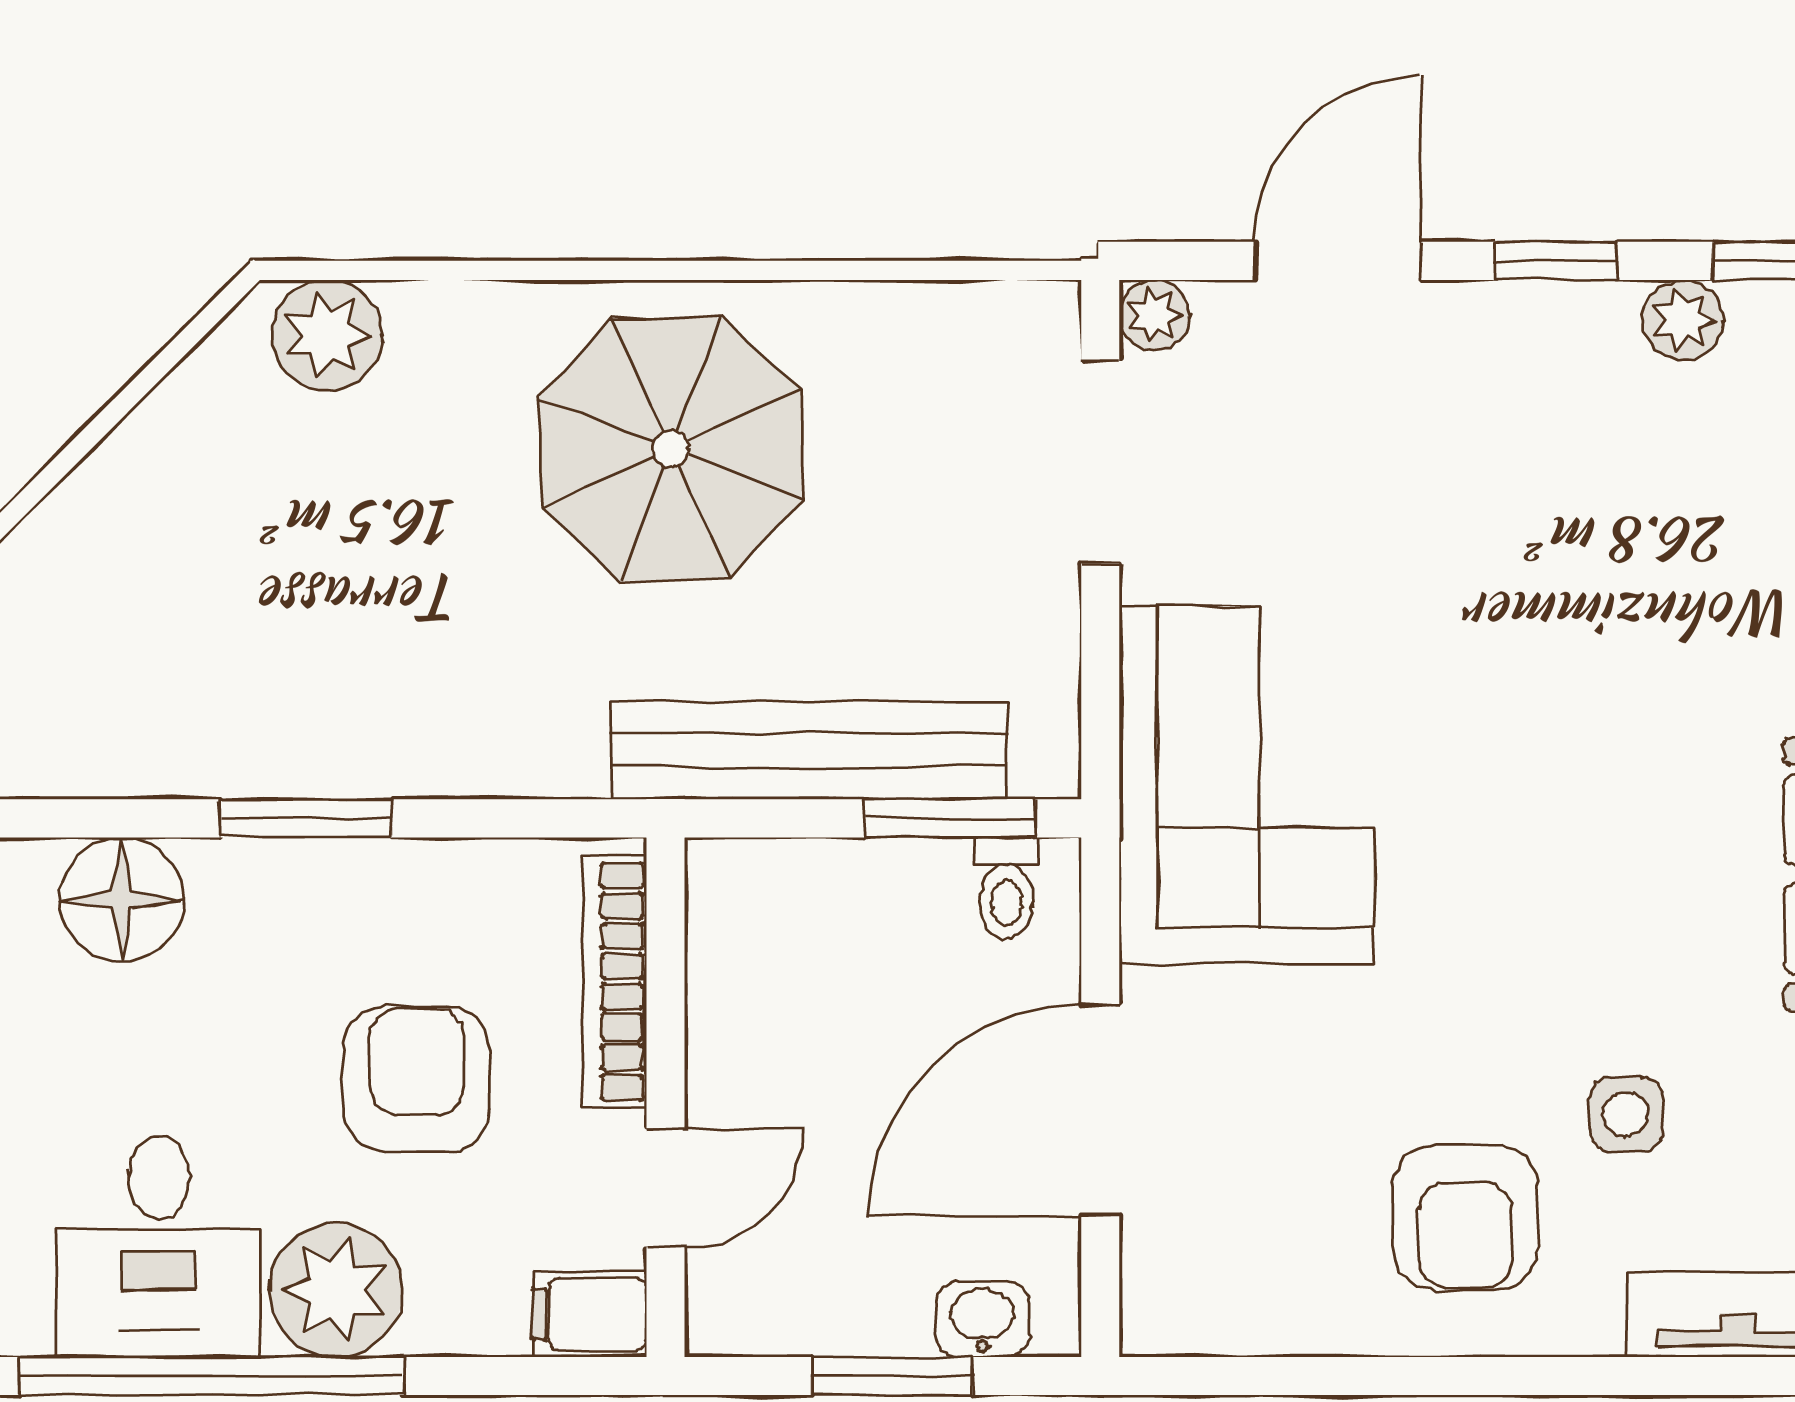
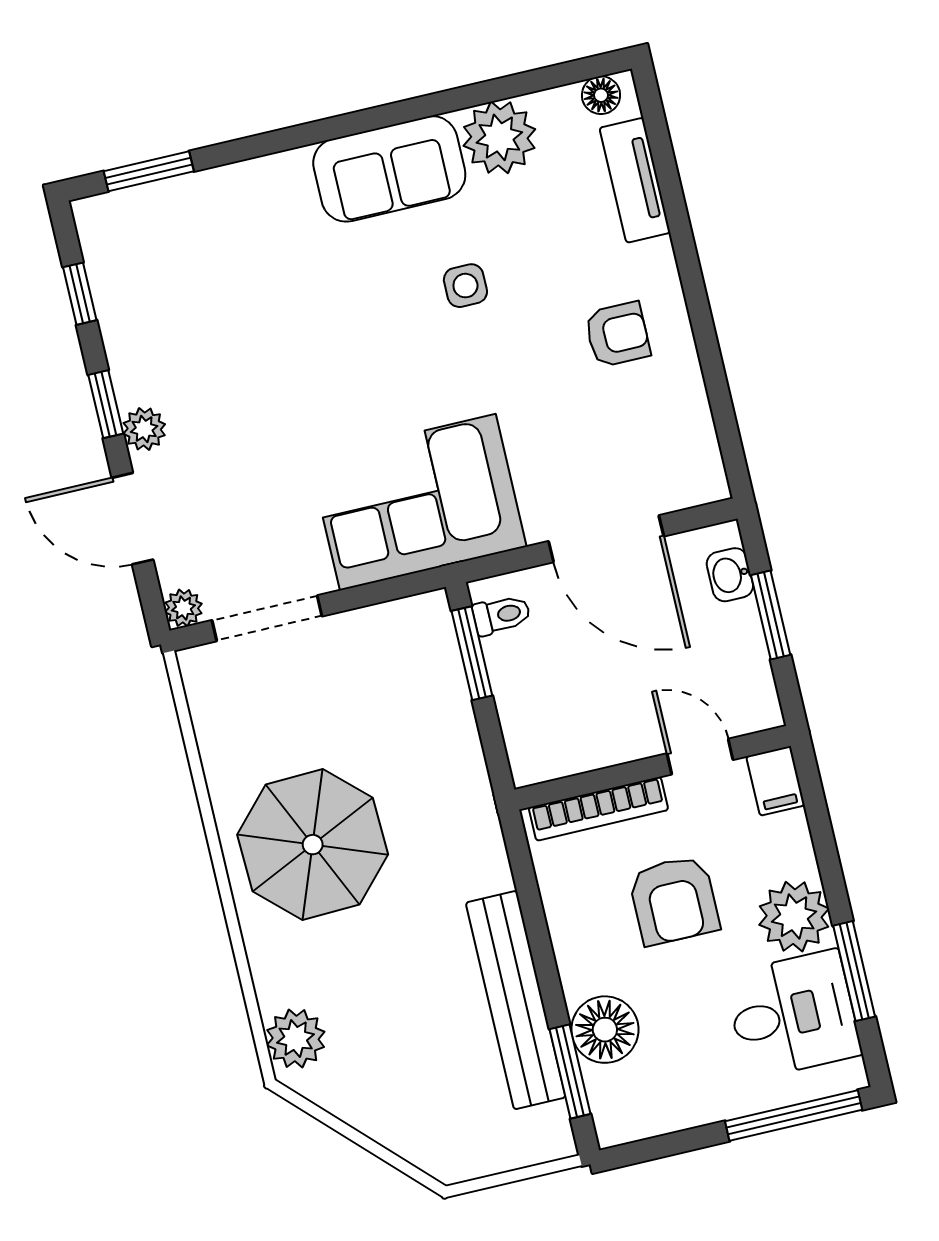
plant: (1683, 320) -> (144, 429), moved
bench: (809, 750) -> (516, 1000), moved
window: (306, 818) -> (570, 1072), moved
floor lamp: (122, 900) -> (605, 1030), moved
armchair: (416, 1079) -> (674, 900), turned -90
side table: (1626, 1114) -> (465, 286), moved
armchair: (1465, 1217) -> (617, 334), width x0.72, depth x0.72
window: (212, 1376) -> (854, 971), width x0.47

